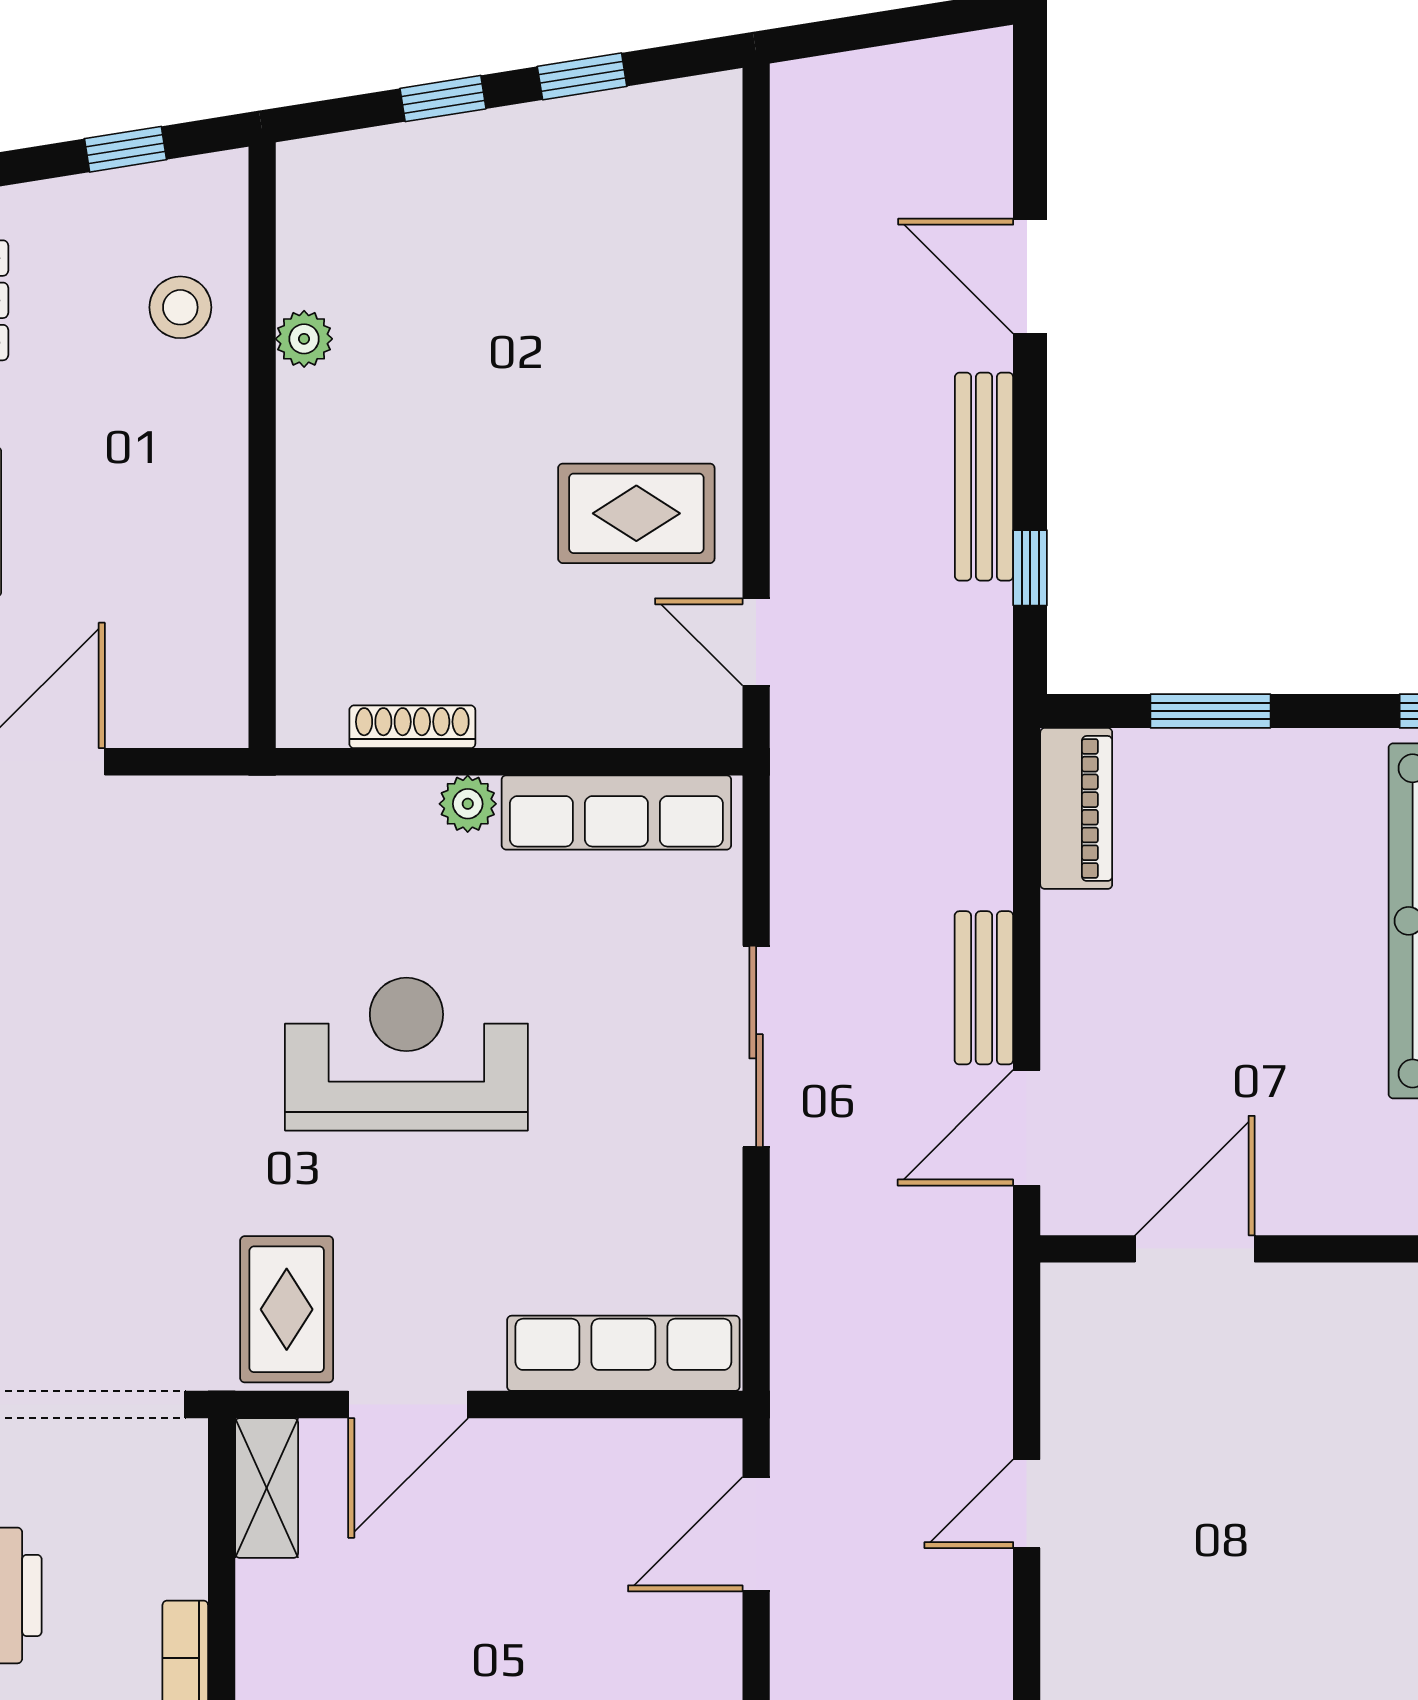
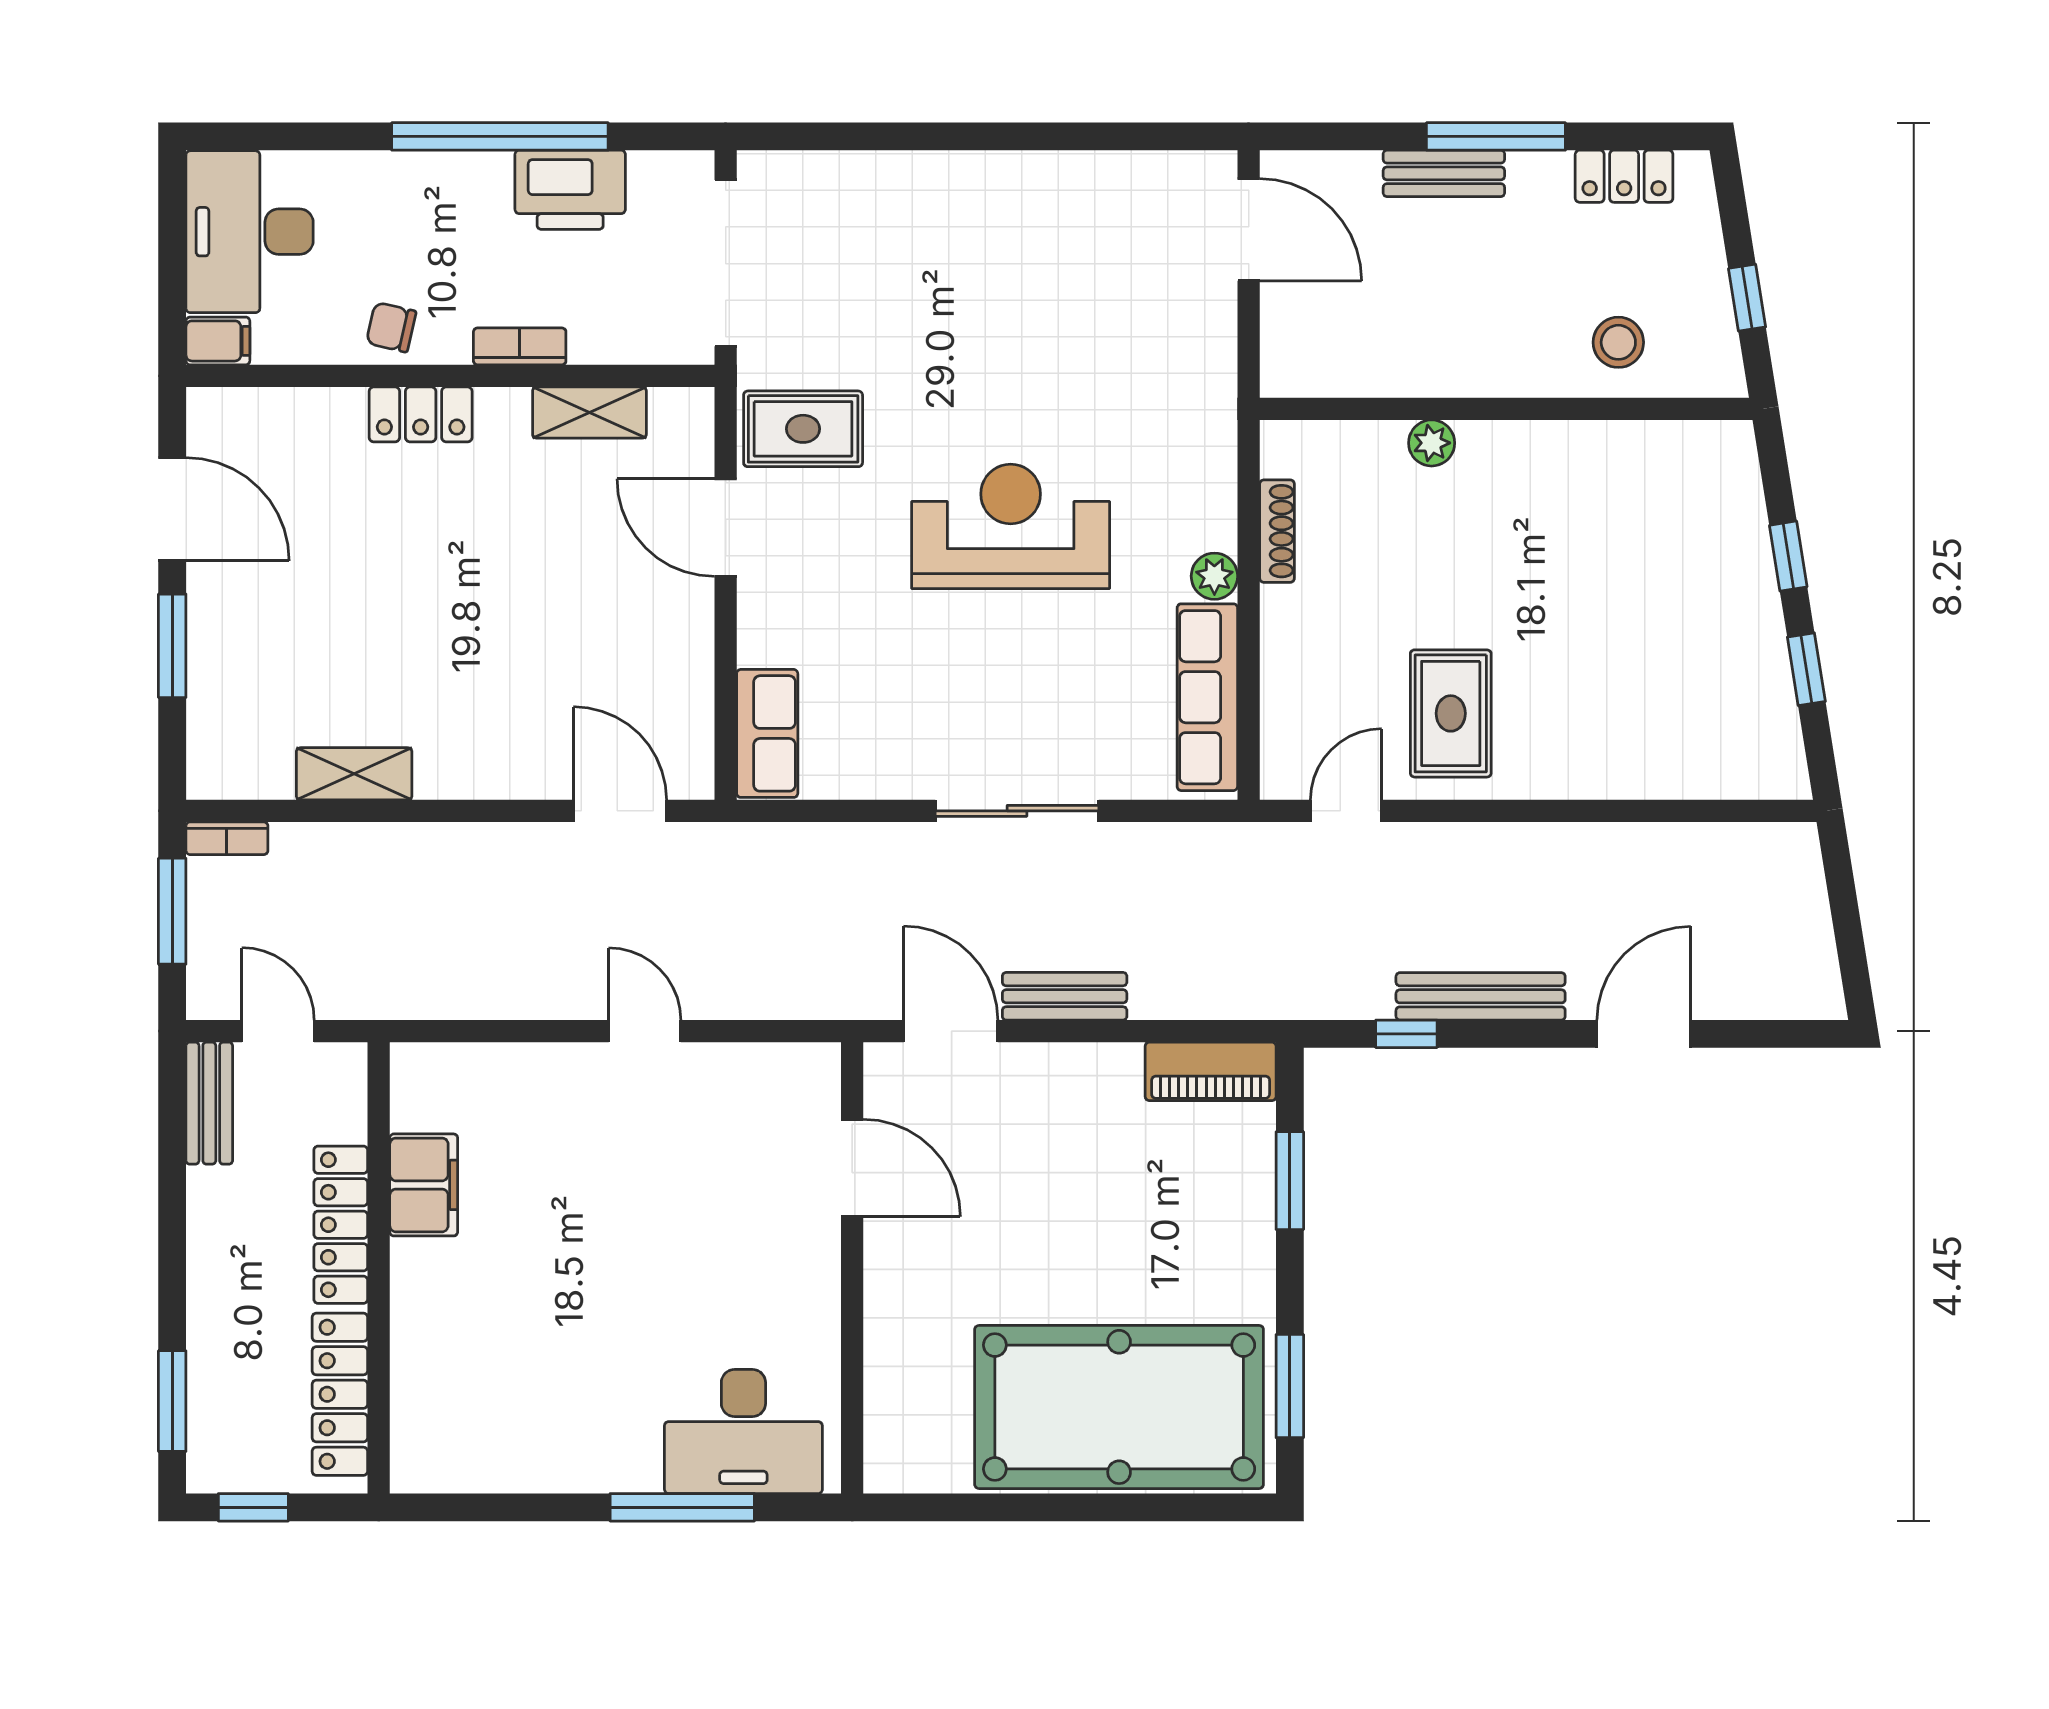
plant: (304, 339) -> (1432, 443), moved
reception desk: (406, 1054) -> (1011, 526), turned -90
row of seats: (623, 1353) -> (767, 733), width x0.68
shelving: (267, 1488) -> (589, 413), moved

